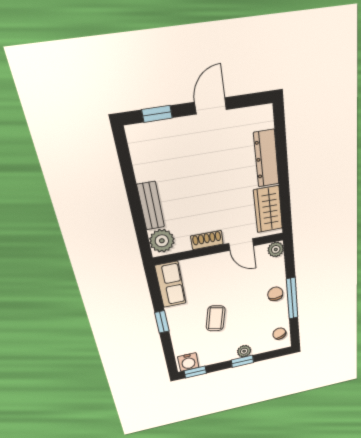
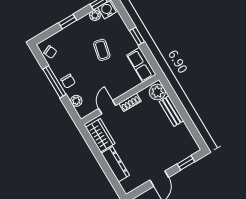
door: (241, 245) -> (107, 107), hinge flipped
plant: (276, 249) -> (76, 101), moved
plant: (244, 351) -> (95, 15), moved

